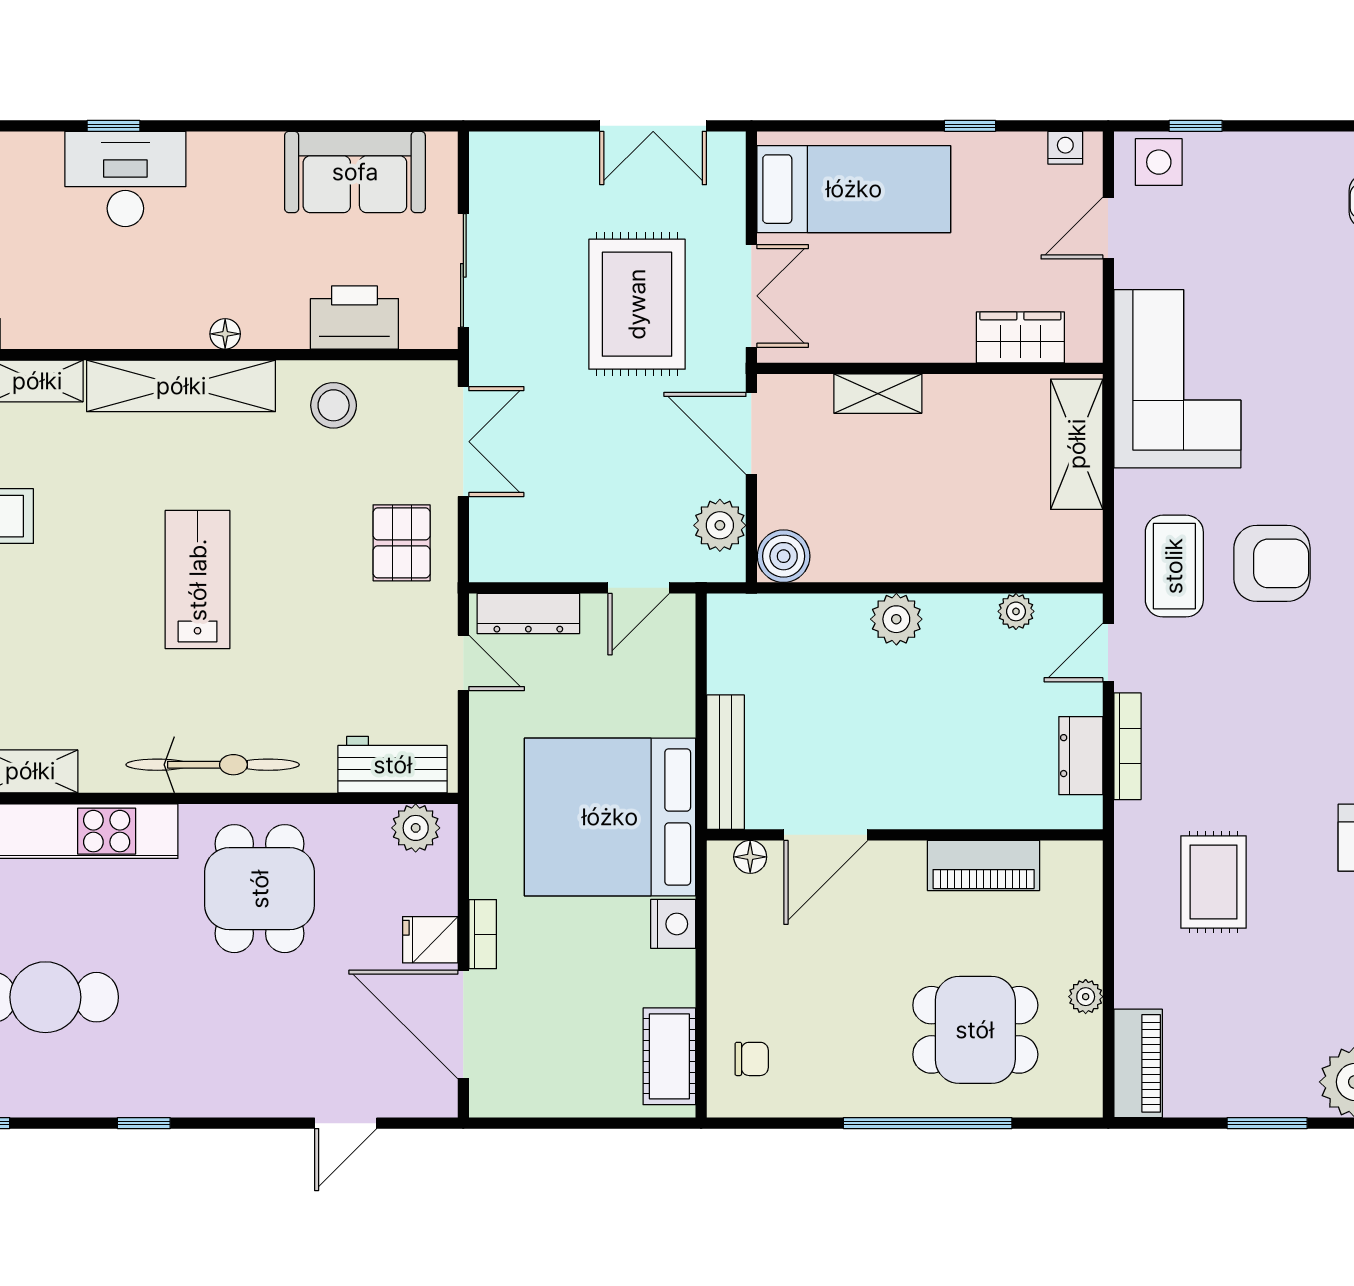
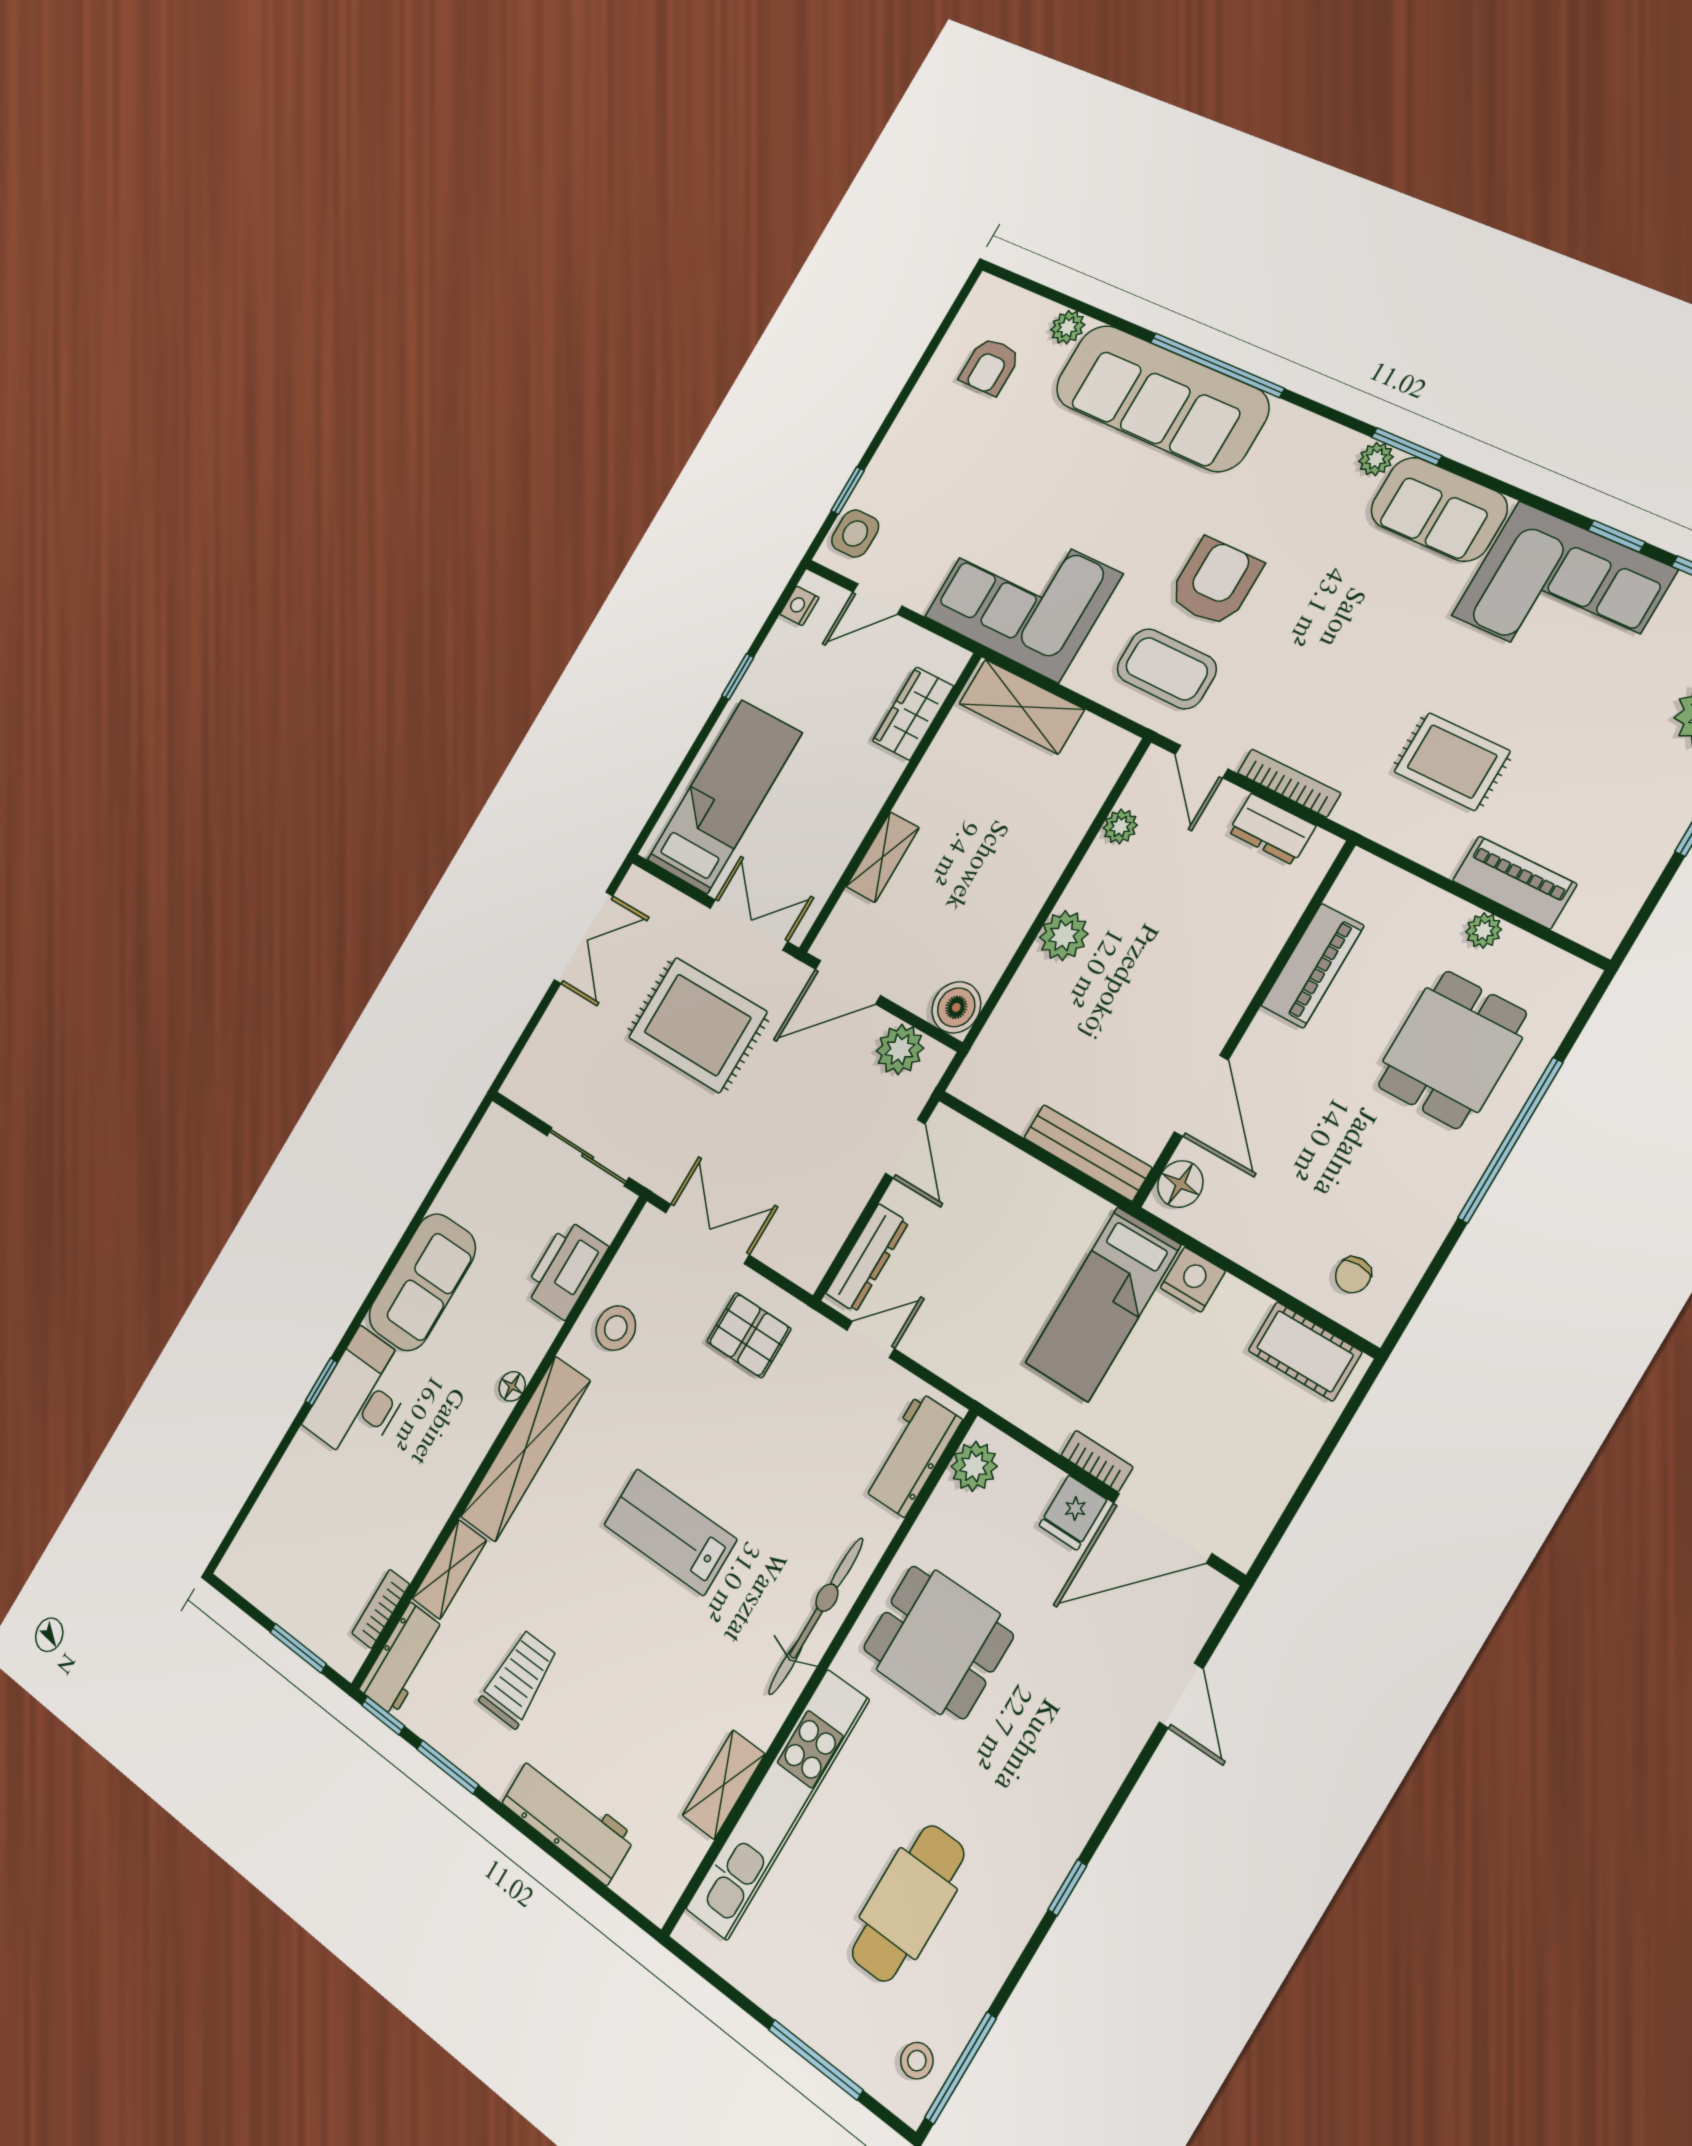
sofa: (355, 172) -> (422, 1282), moved
door: (1108, 228) -> (877, 599), hinge flipped
bed: (610, 817) -> (1103, 1304), width x0.49
floor lamp: (750, 857) -> (1180, 1184), width x1.37, depth x1.37
chair: (752, 1059) -> (1353, 1275), turned 180
piano: (1138, 1063) -> (1514, 882), moved

